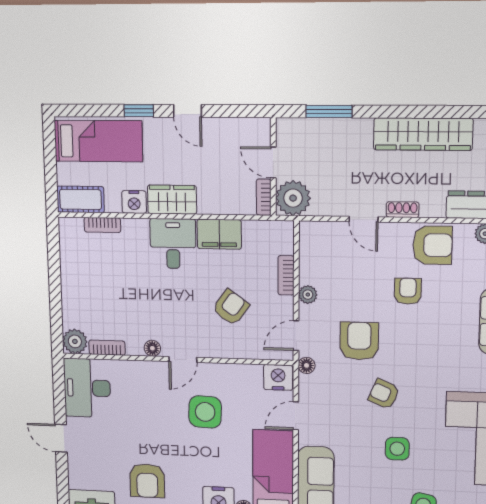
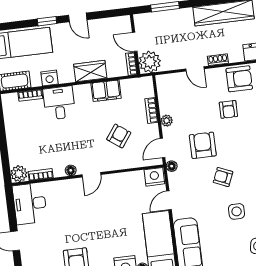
wardrobe: (172, 200) -> (90, 71), moved
desk: (173, 244) -> (59, 103), moved
armchair: (408, 291) -> (228, 109), turned 180
side table: (205, 412) -> (110, 207), removed

